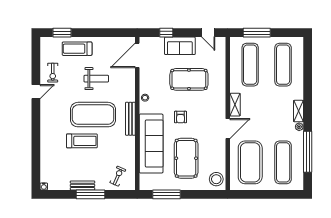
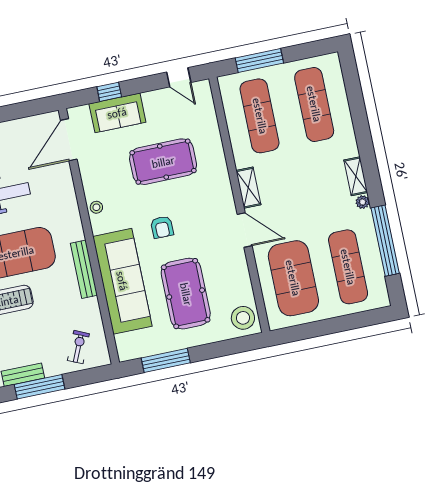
sofa: (180, 46) -> (117, 113), moved
bench: (130, 119) -> (84, 269), moved
door: (228, 129) -> (245, 230), hinge flipped

